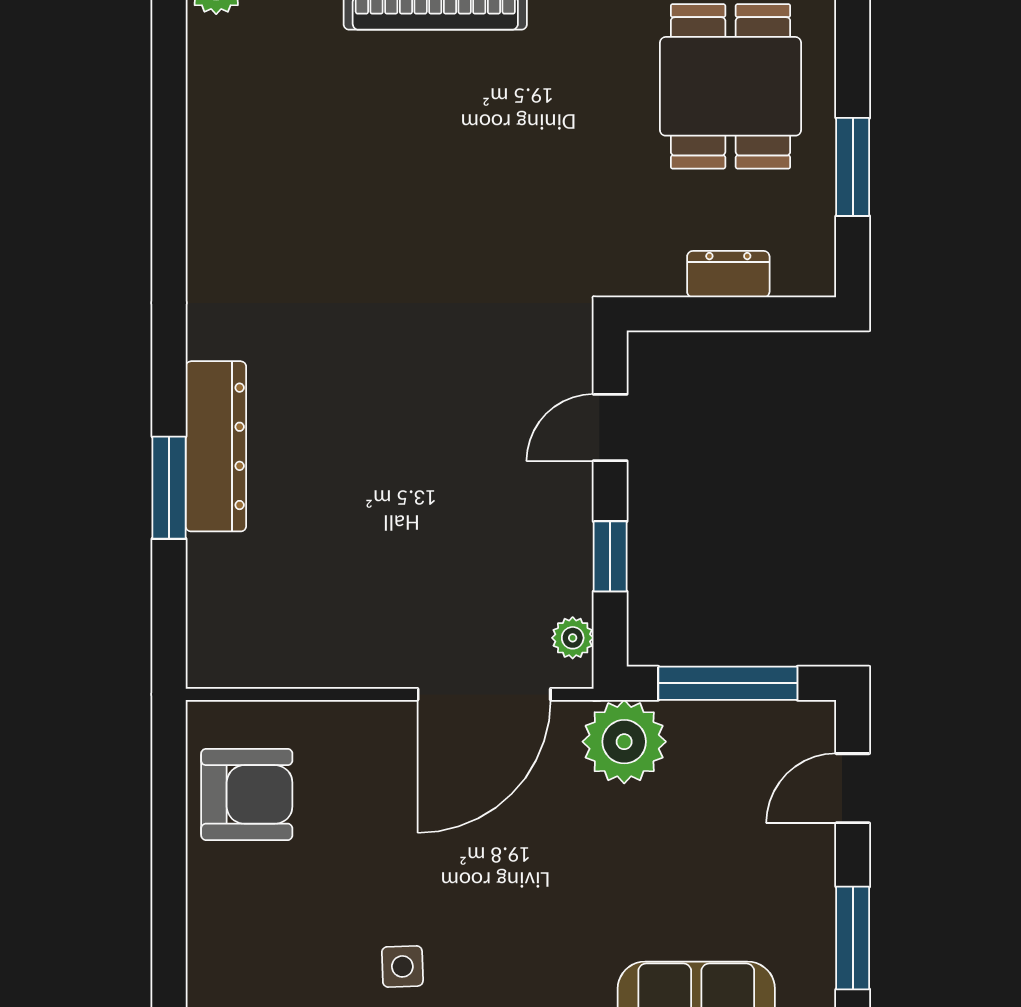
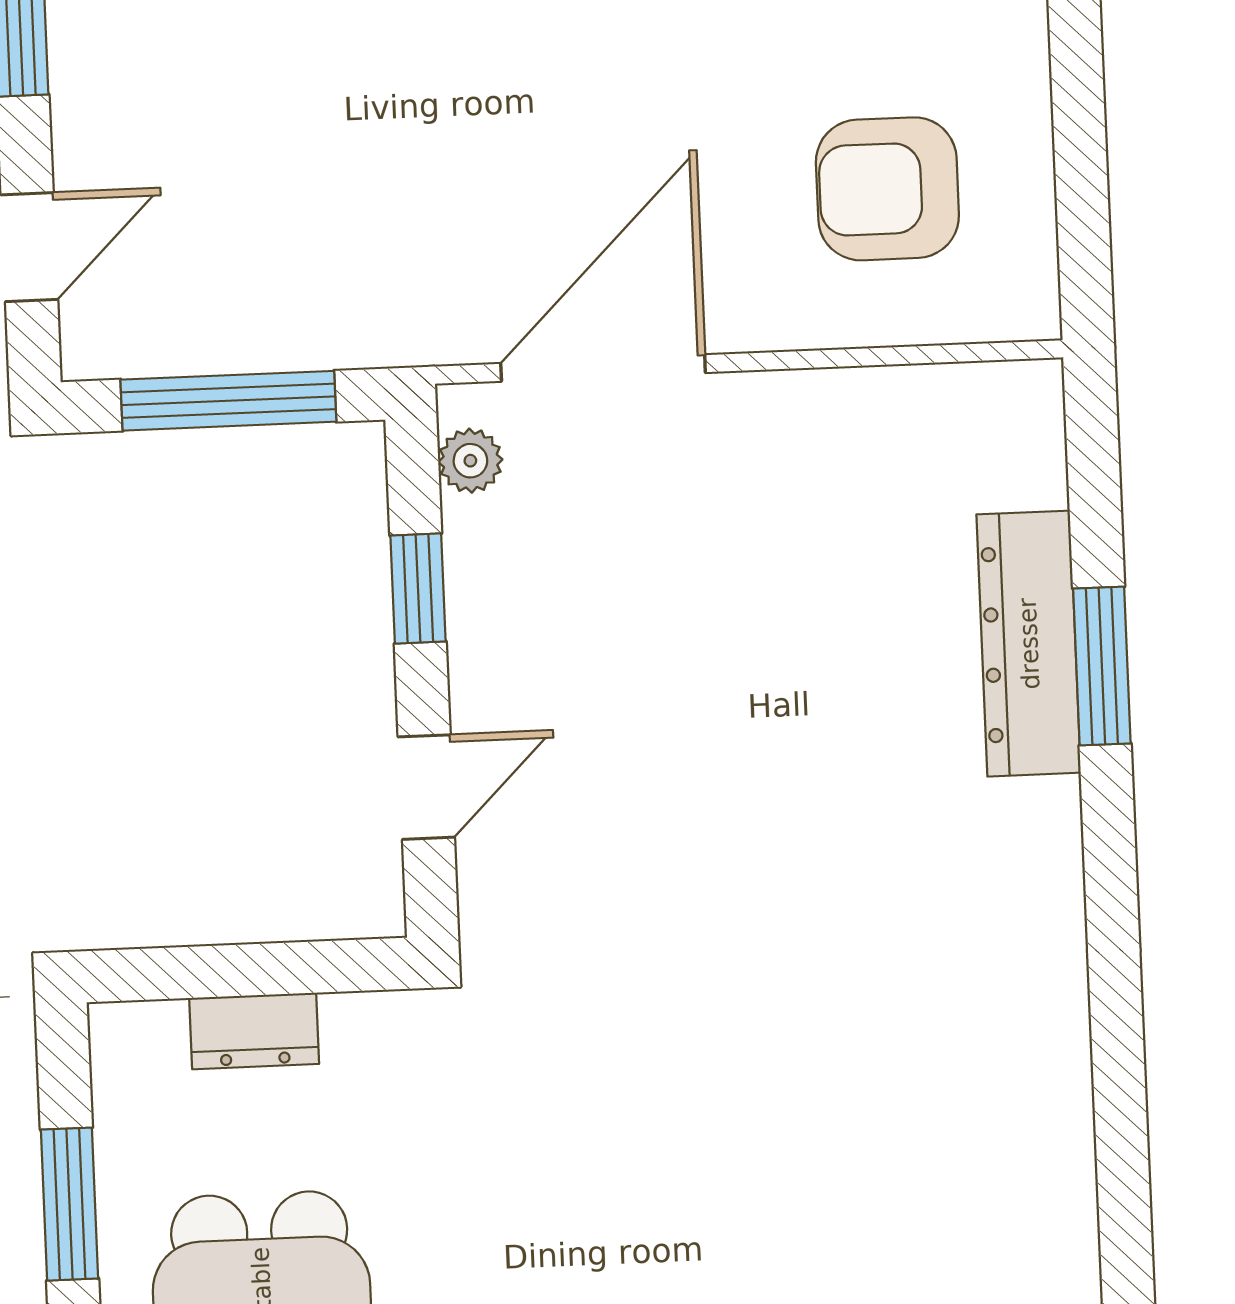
dresser: (216, 446) -> (1029, 644), moved
plant: (624, 742) -> (384, 304), removed
armchair: (247, 794) -> (887, 189), moved

